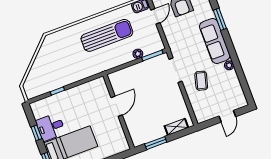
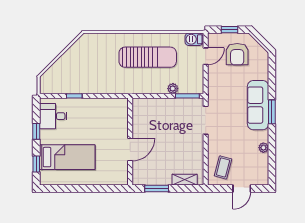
window: (220, 19) -> (272, 112), moved
plant: (229, 65) -> (263, 148), moved
coffee table: (201, 81) -> (223, 167), moved
door: (117, 106) -> (130, 149), moved
desk: (51, 127) -> (53, 116), moved

